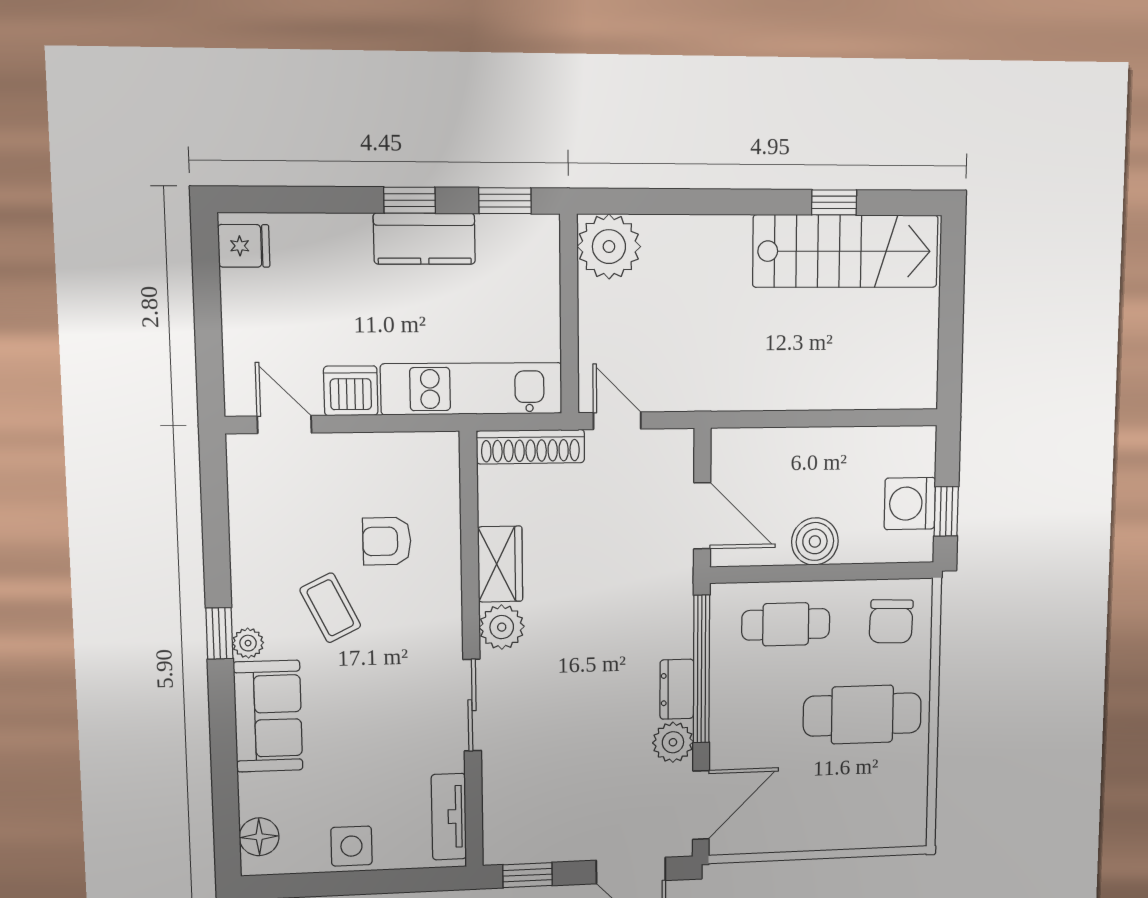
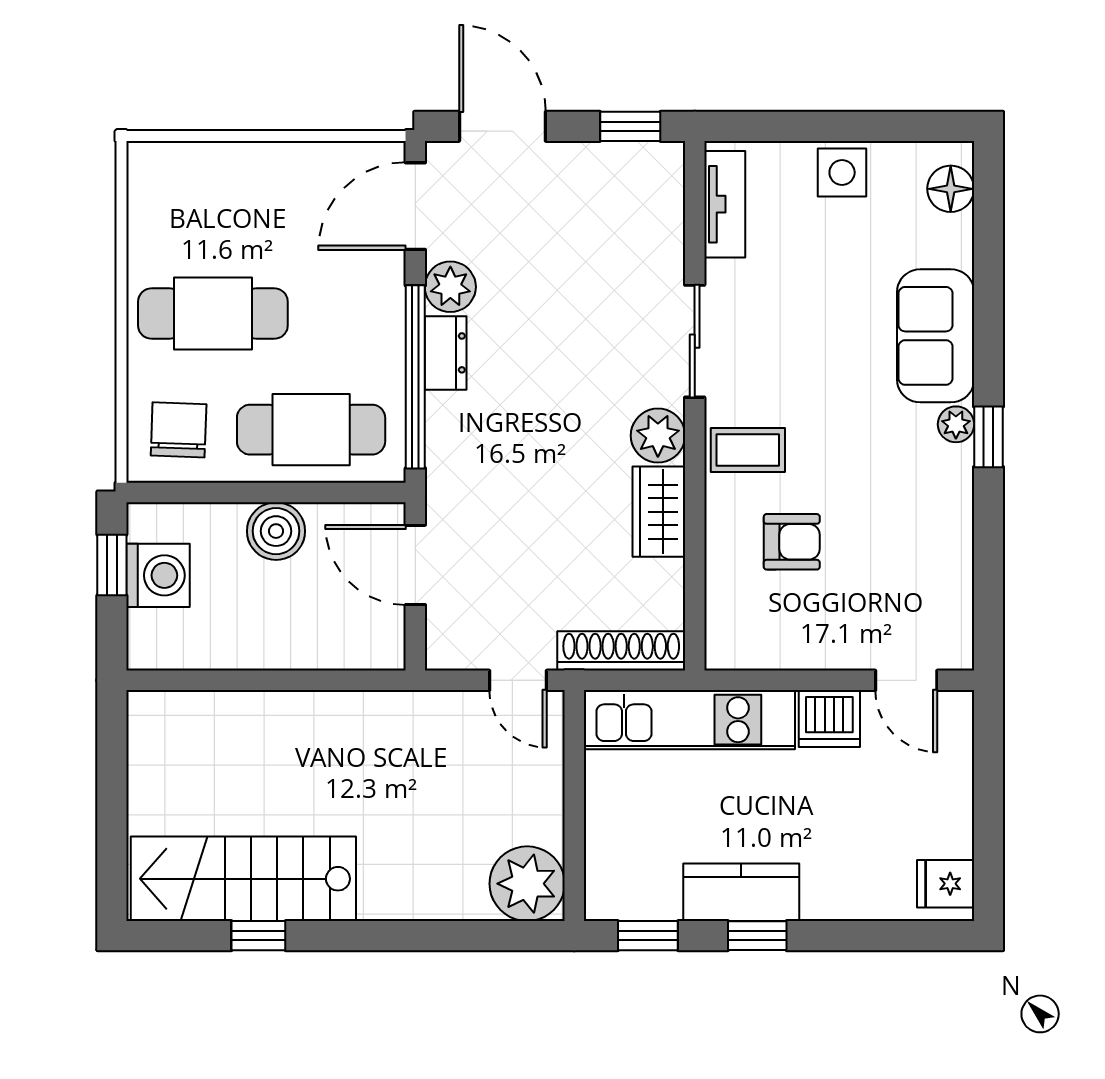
coffee table: (330, 608) -> (748, 450), moved, turned -64
cafe table: (786, 624) -> (311, 430), width x1.37, depth x1.35

